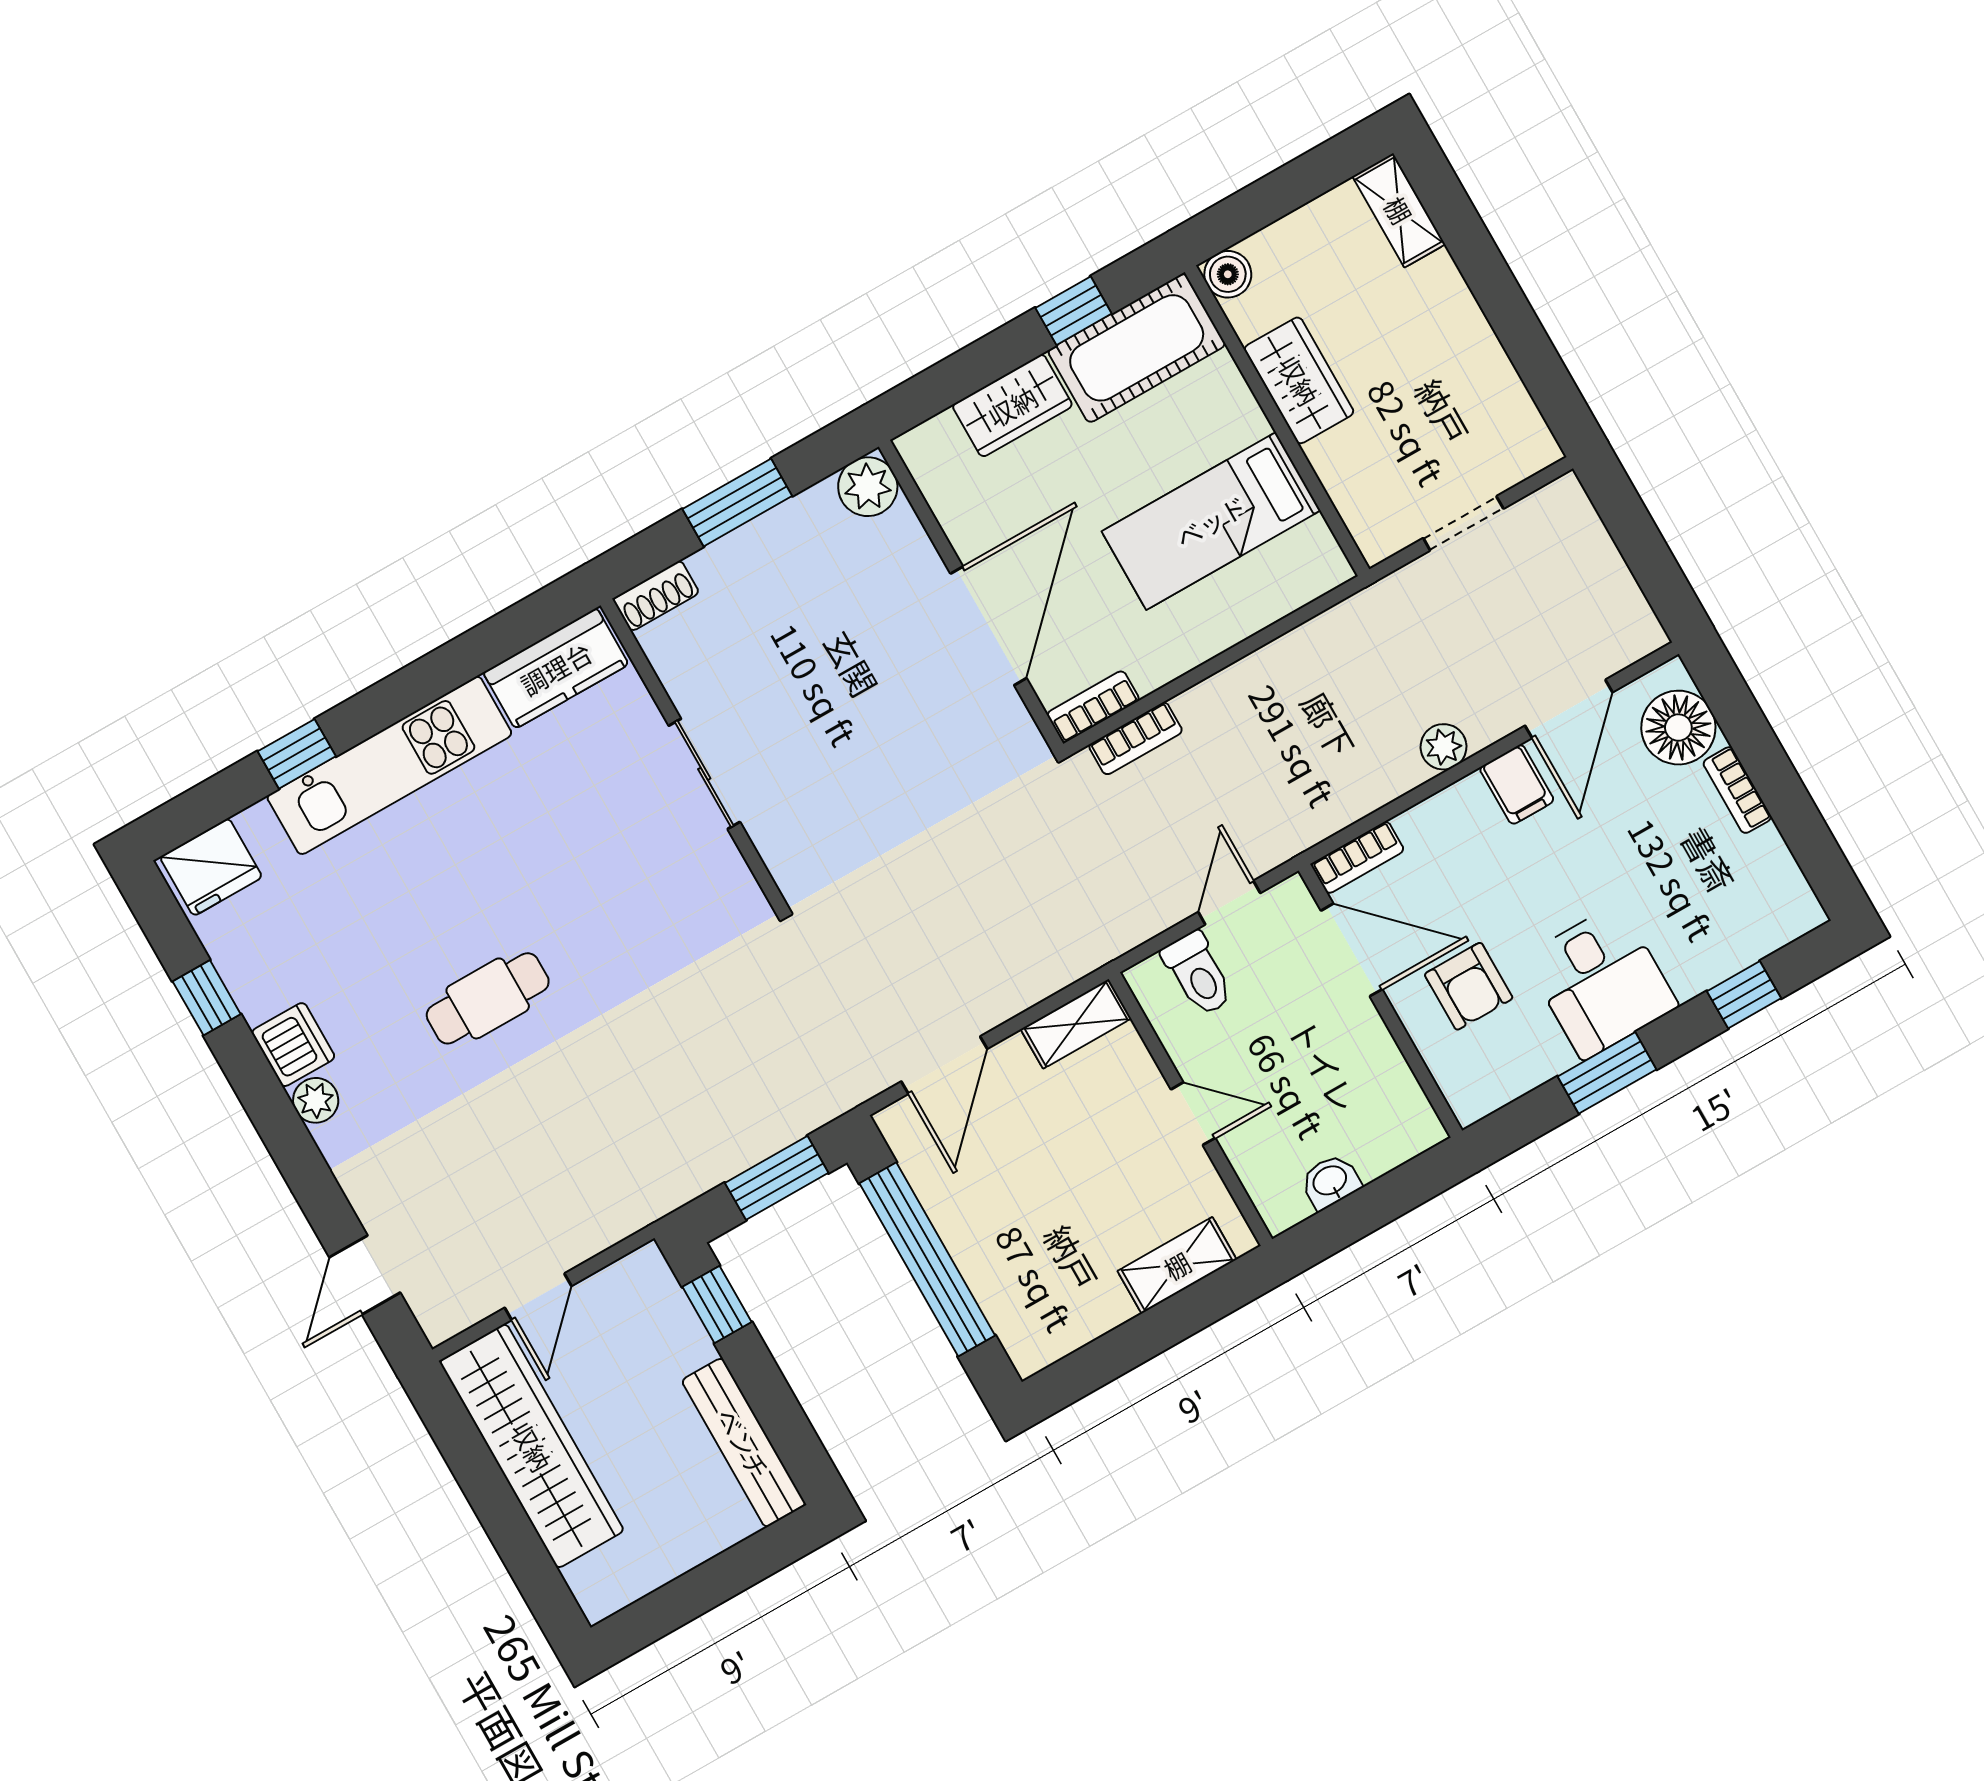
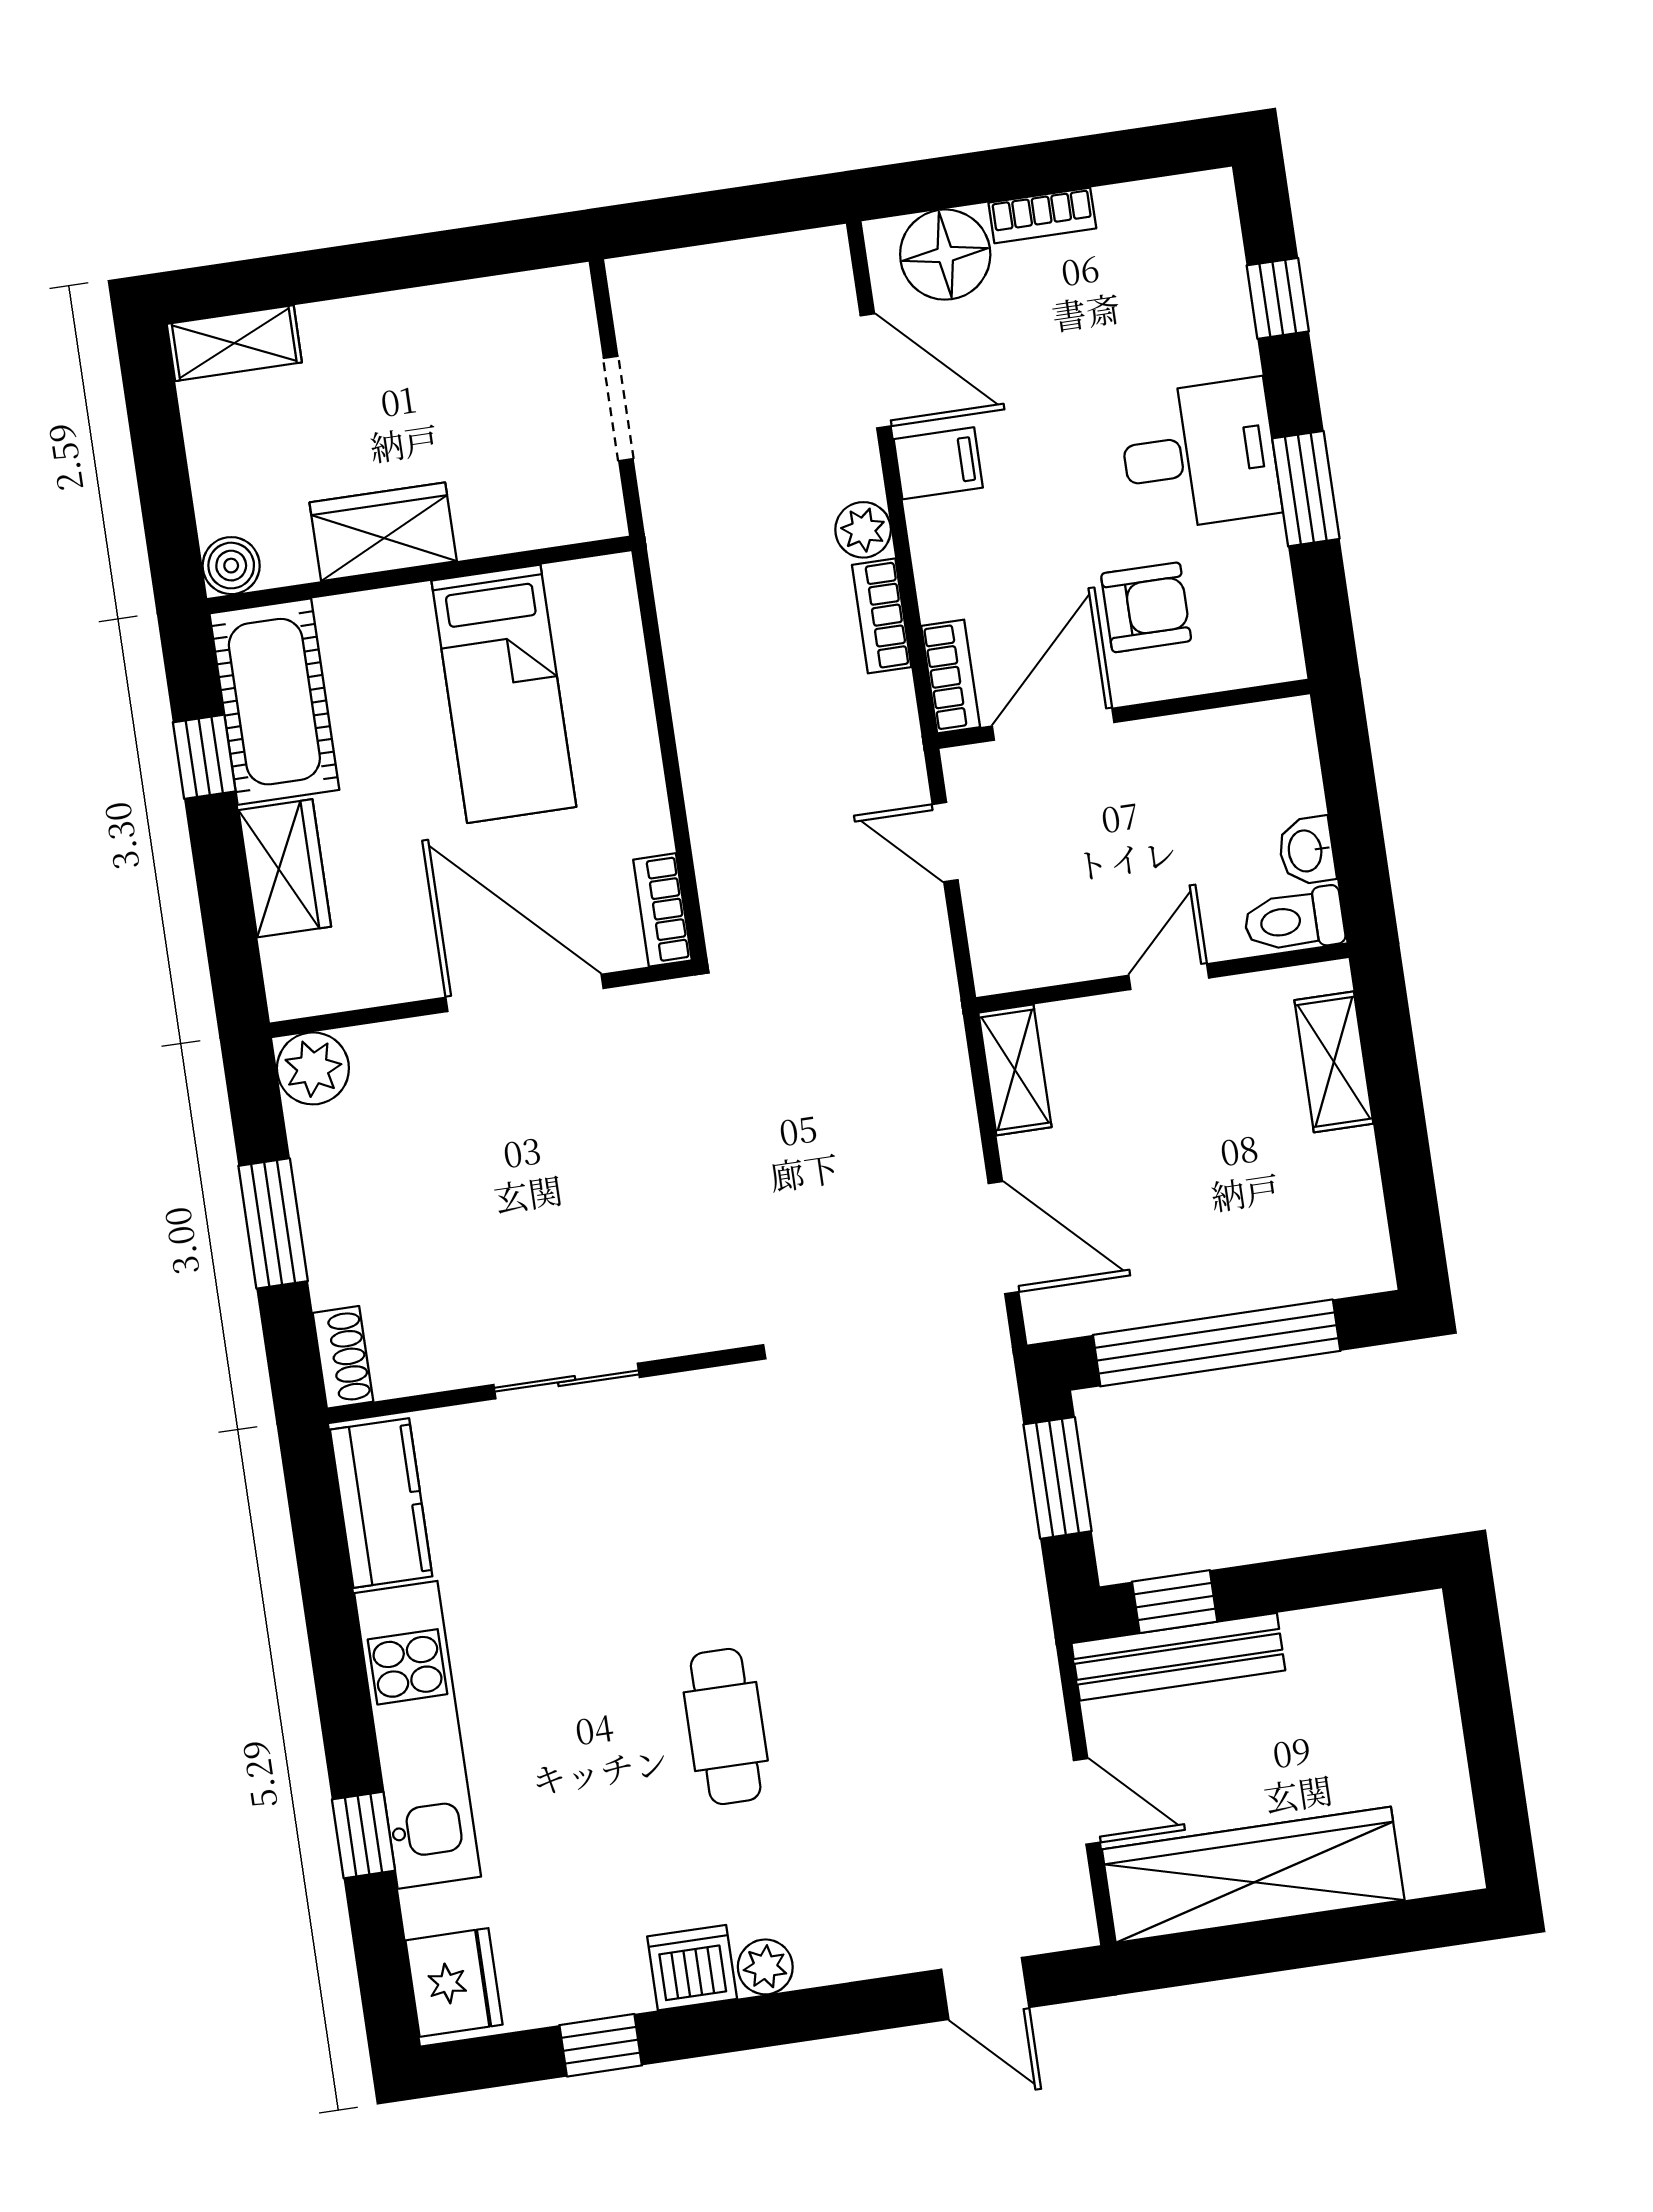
bookcase: (1136, 738) -> (882, 616), moved, turned 180
toilet: (1198, 974) -> (1294, 920), moved, turned 180
bench: (744, 1443) -> (1178, 1657), moved

